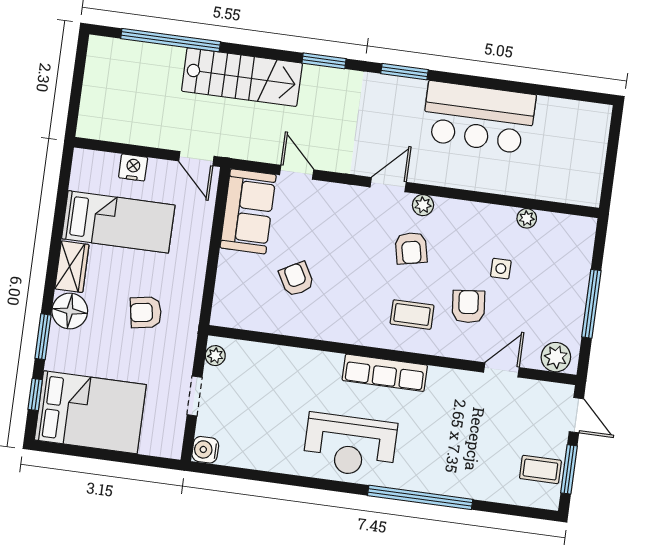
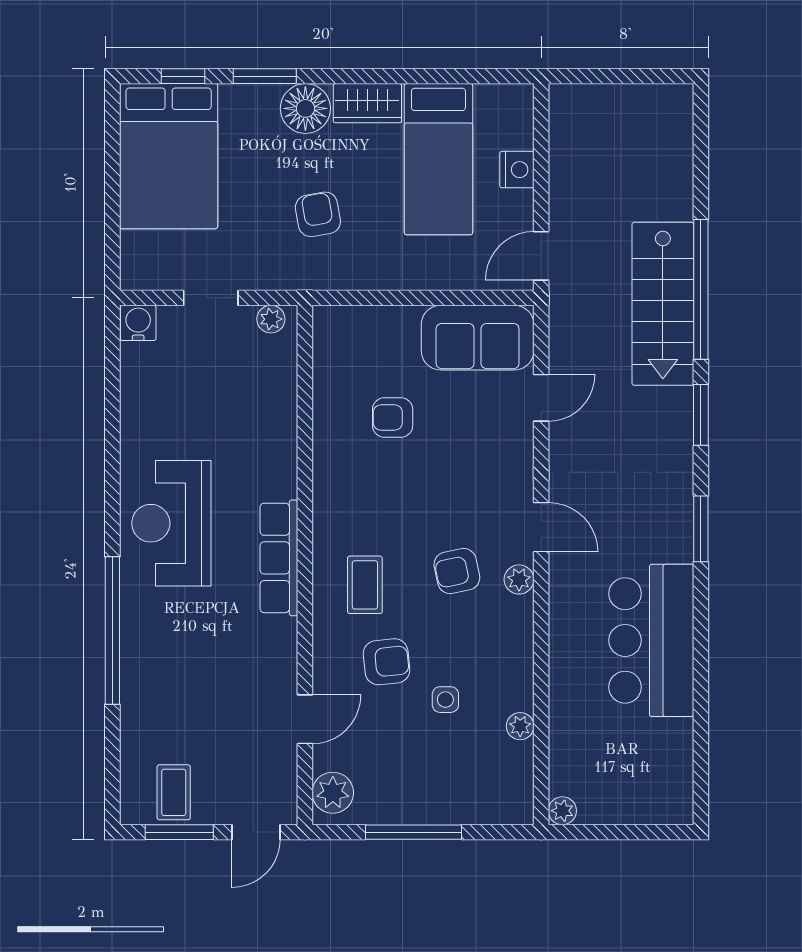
window: (171, 40) -> (701, 289), moved
plant: (591, 197) -> (562, 811), added
armchair: (296, 279) -> (393, 417), turned -151
door: (501, 370) -> (305, 719), hinge flipped

